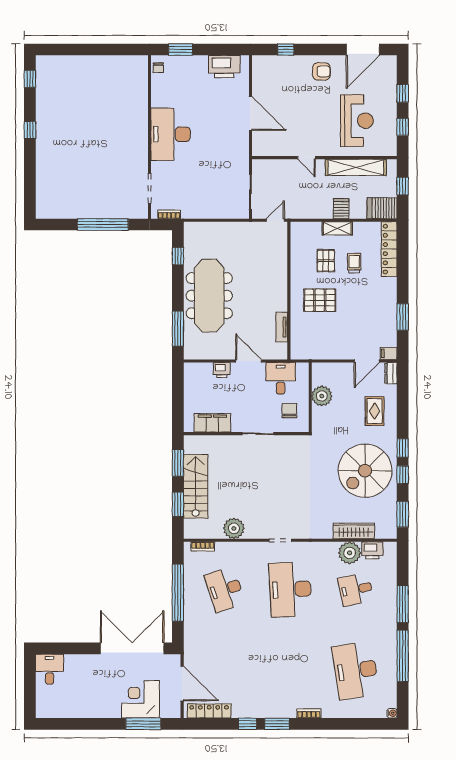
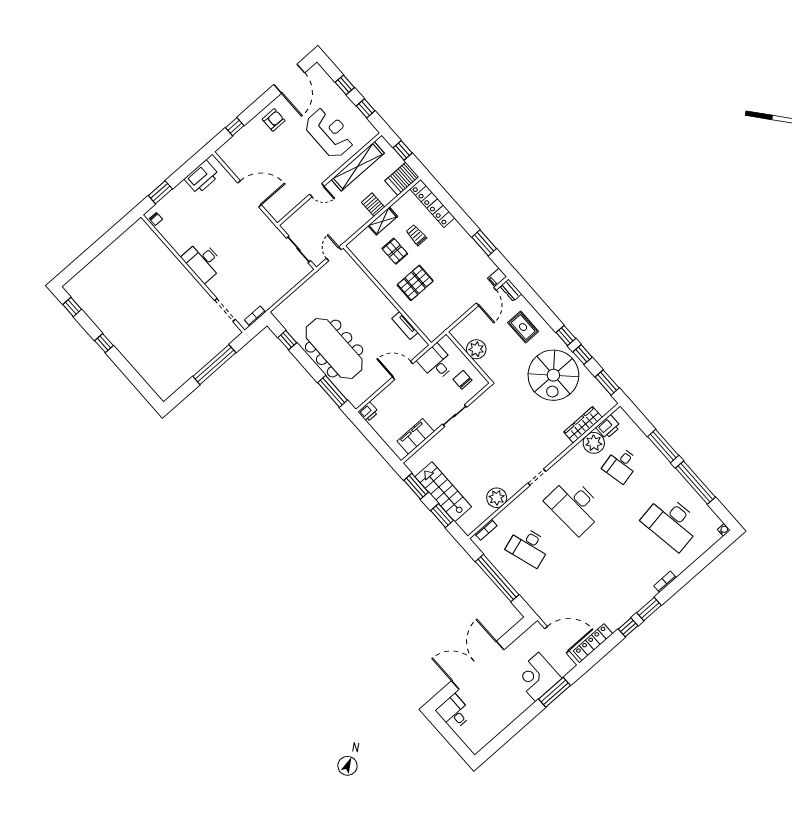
desk: (171, 134) -> (203, 261), width x0.73, depth x0.77
printer: (222, 370) -> (368, 412), moved
double door: (132, 648) -> (478, 665), moved

